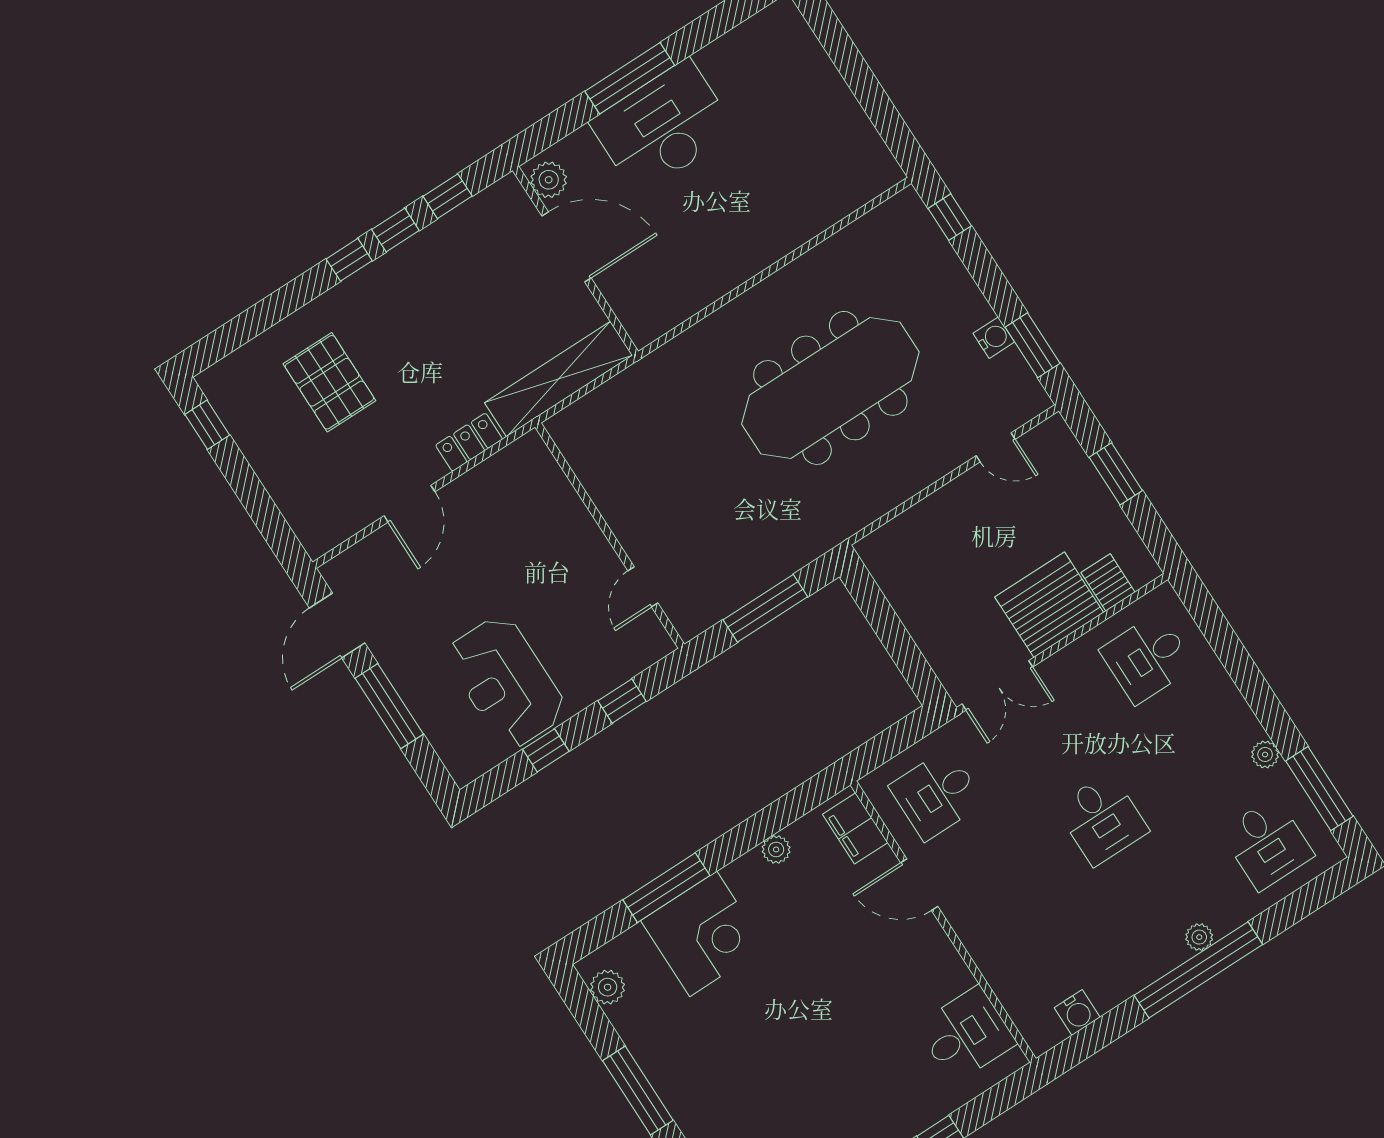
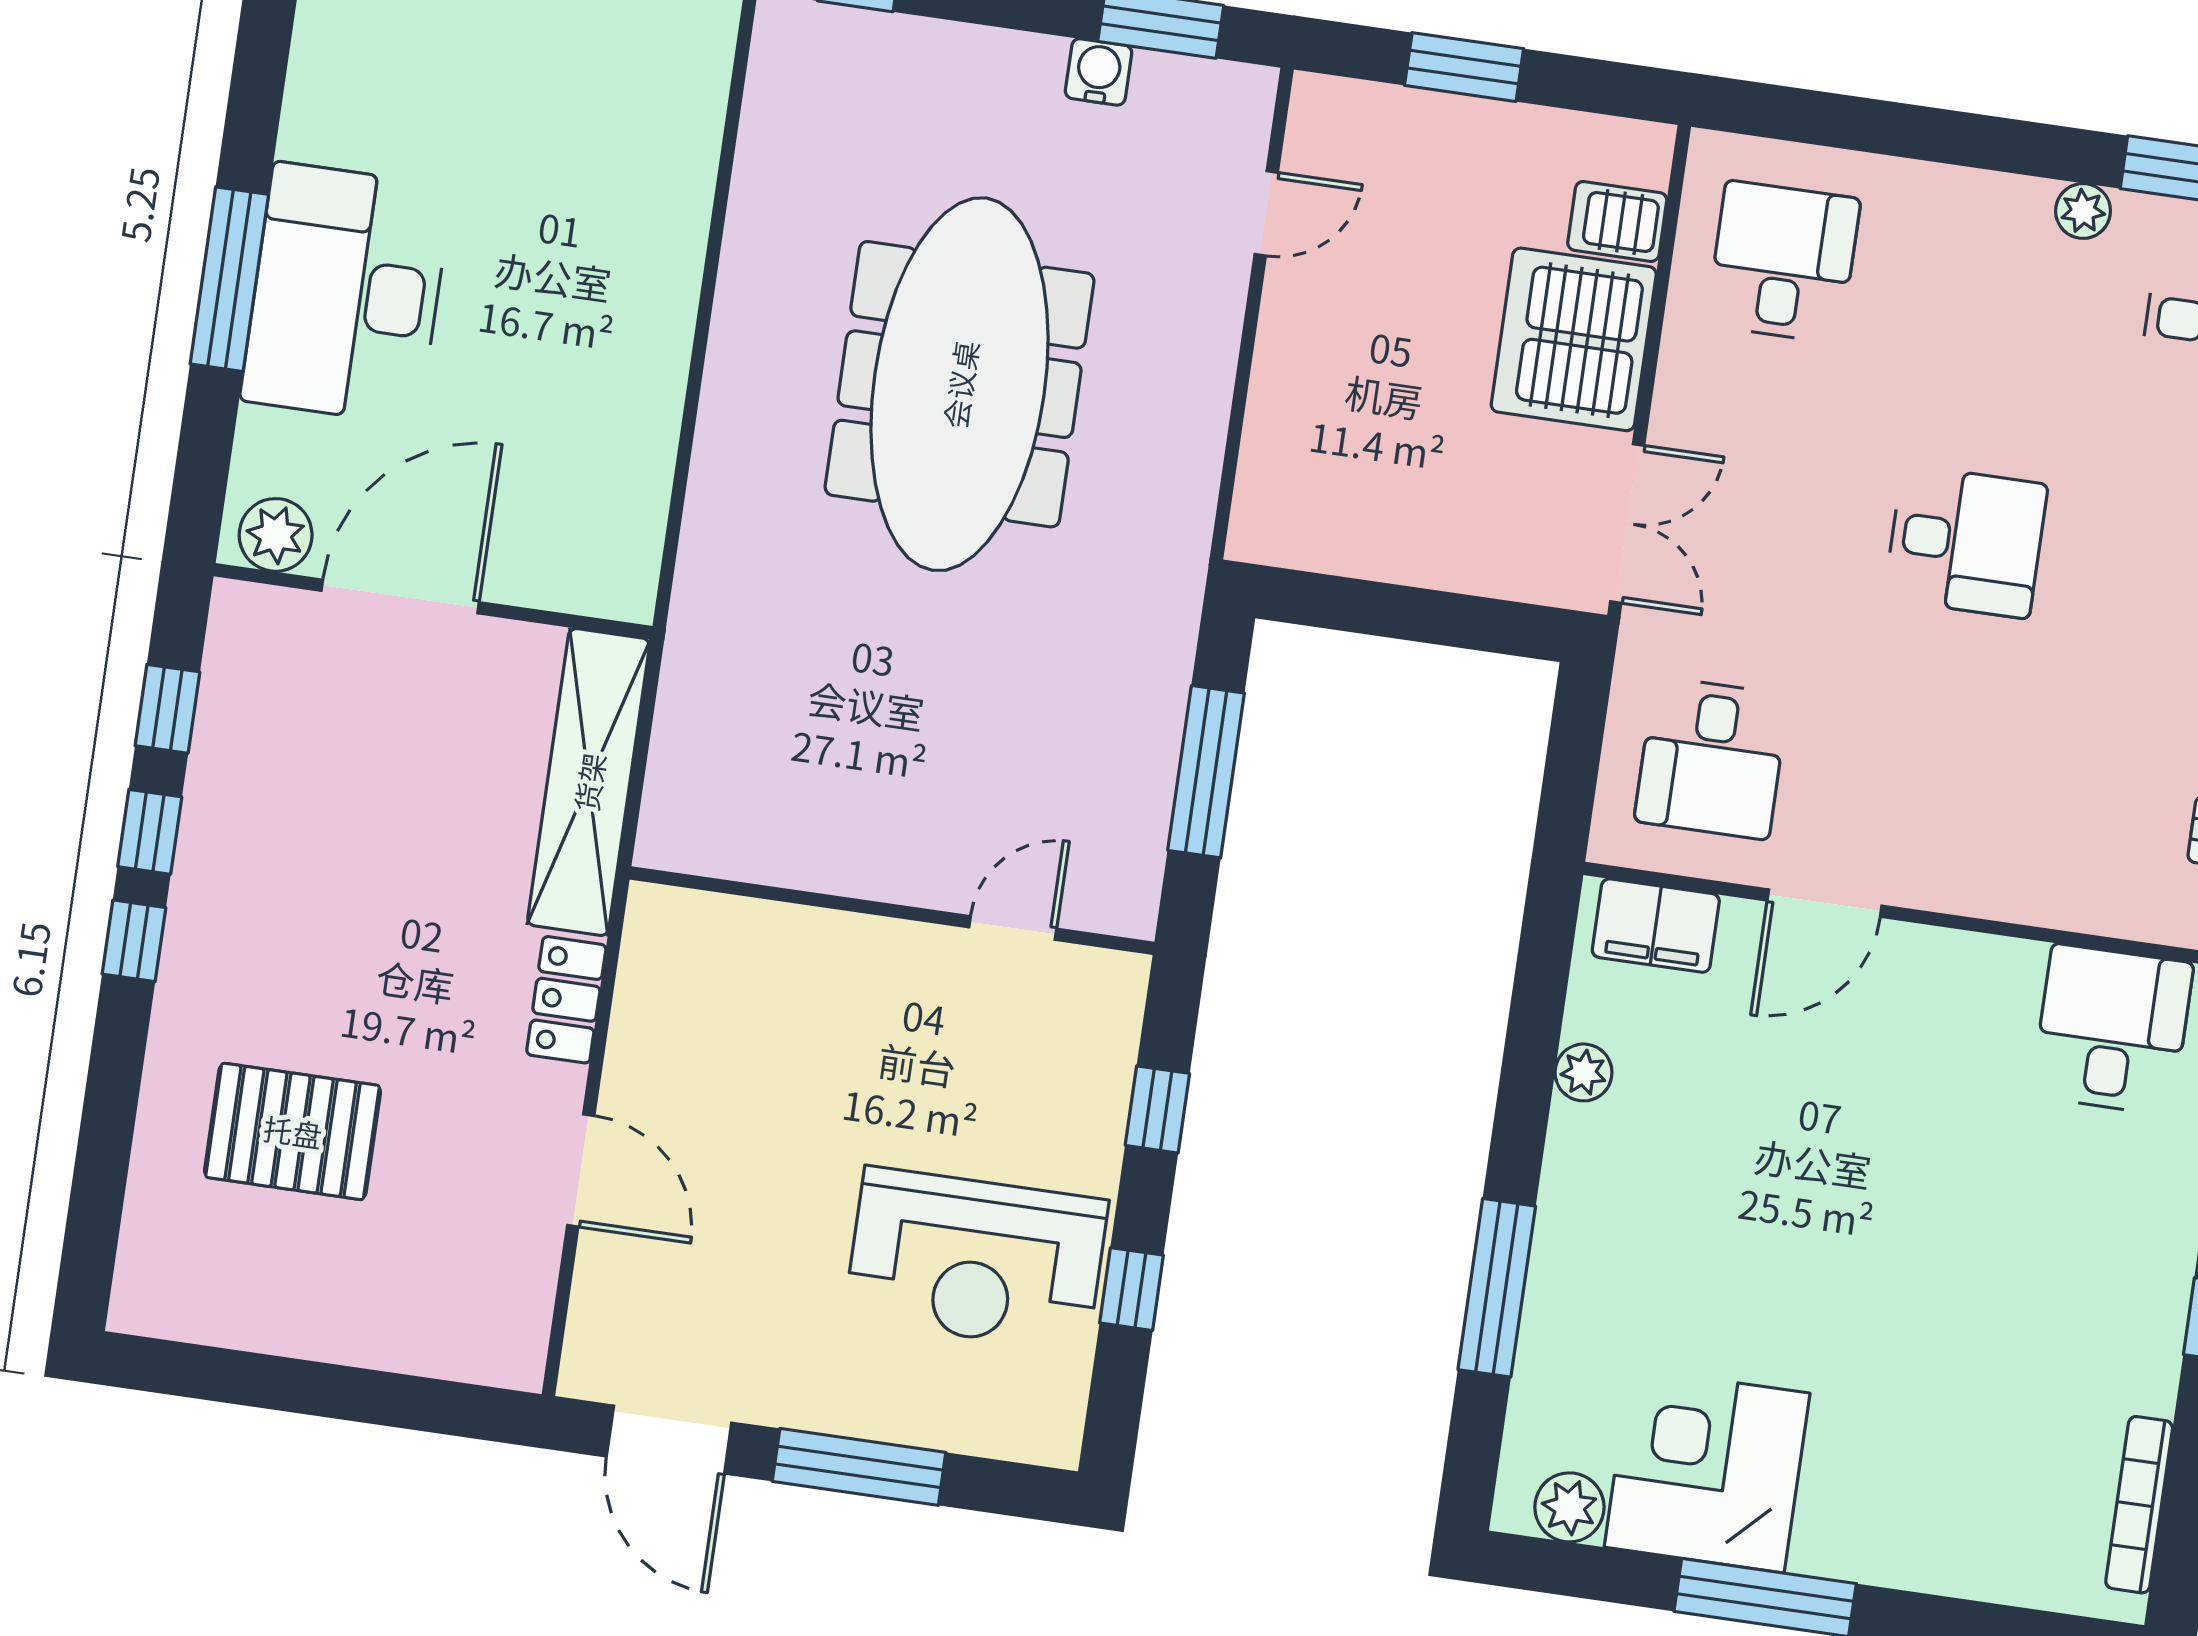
window: (207, 425) -> (196, 1371), removed
door: (643, 587) -> (1013, 928), swing flipped
desk: (1147, 658) -> (1783, 262), turned 180
corner desk: (703, 934) -> (1707, 1470), moved, turned -90

